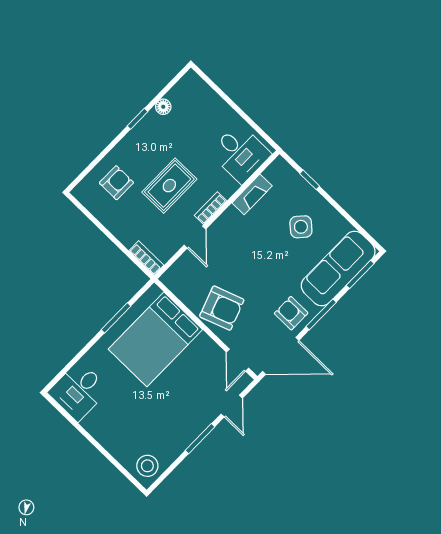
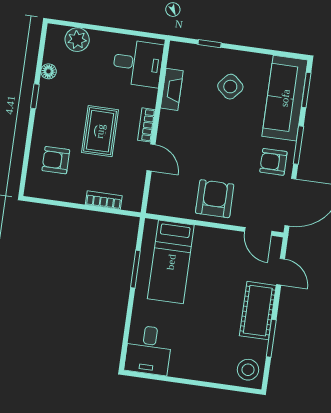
plant: (205, 98) -> (77, 40), added
armchair: (116, 183) -> (56, 160), turned -90
bookcase: (146, 258) -> (104, 200), moved
armchair: (222, 308) -> (215, 199), turned -70
bed: (155, 339) -> (171, 262), width x0.67
cot: (190, 424) -> (258, 311), added
window: (200, 439) -> (271, 338), moved

